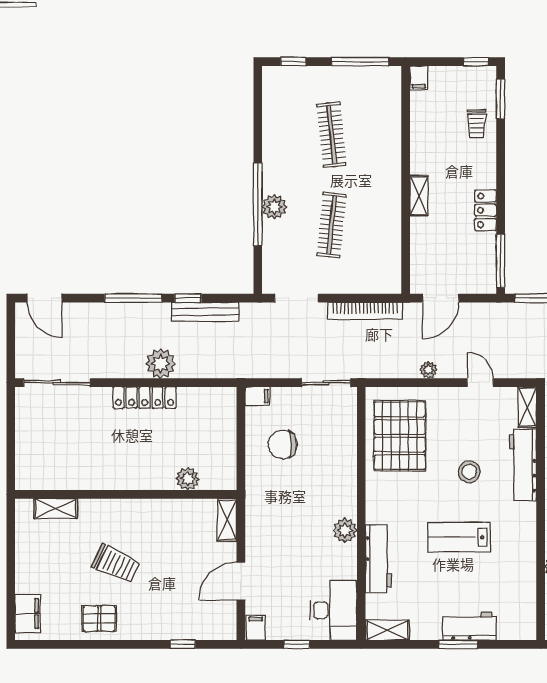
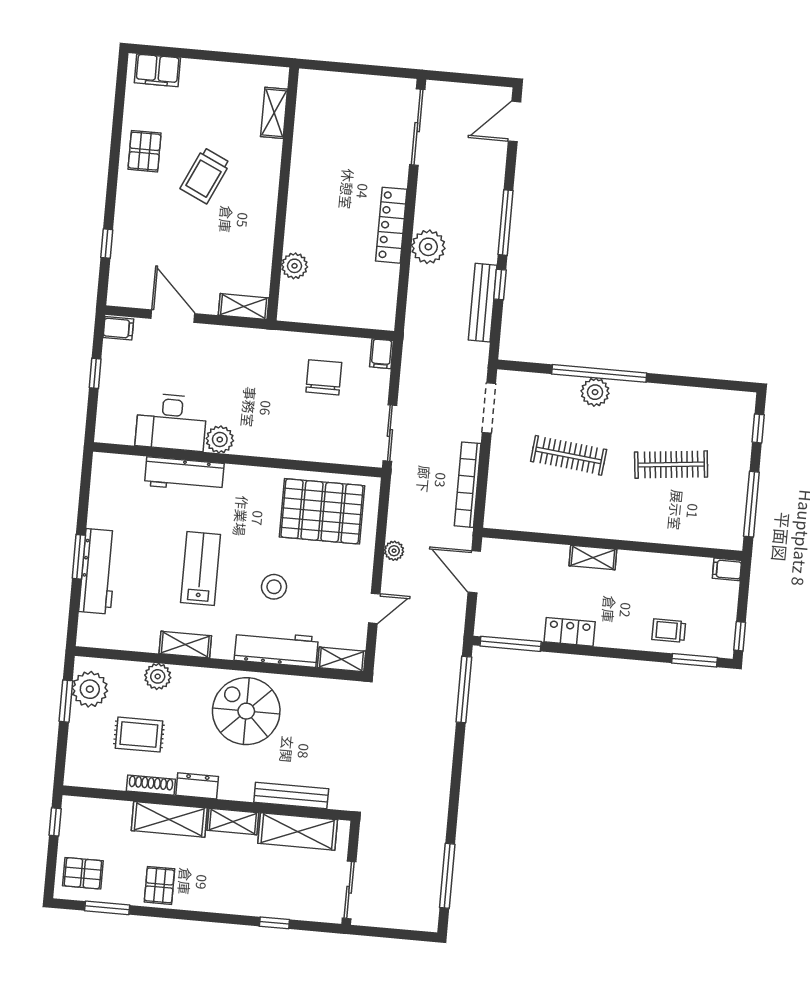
desk: (334, 610) -> (171, 422), moved
workbench: (469, 626) -> (98, 571), width x1.37
shelving: (387, 630) -> (185, 645), moved, turned 90

